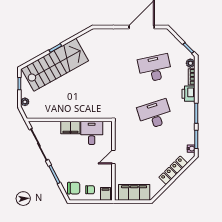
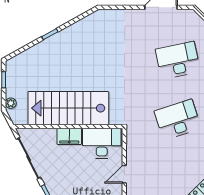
stairs: (55, 65) -> (68, 108), moved, turned -151
desk: (92, 133) -> (102, 143), width x1.37

